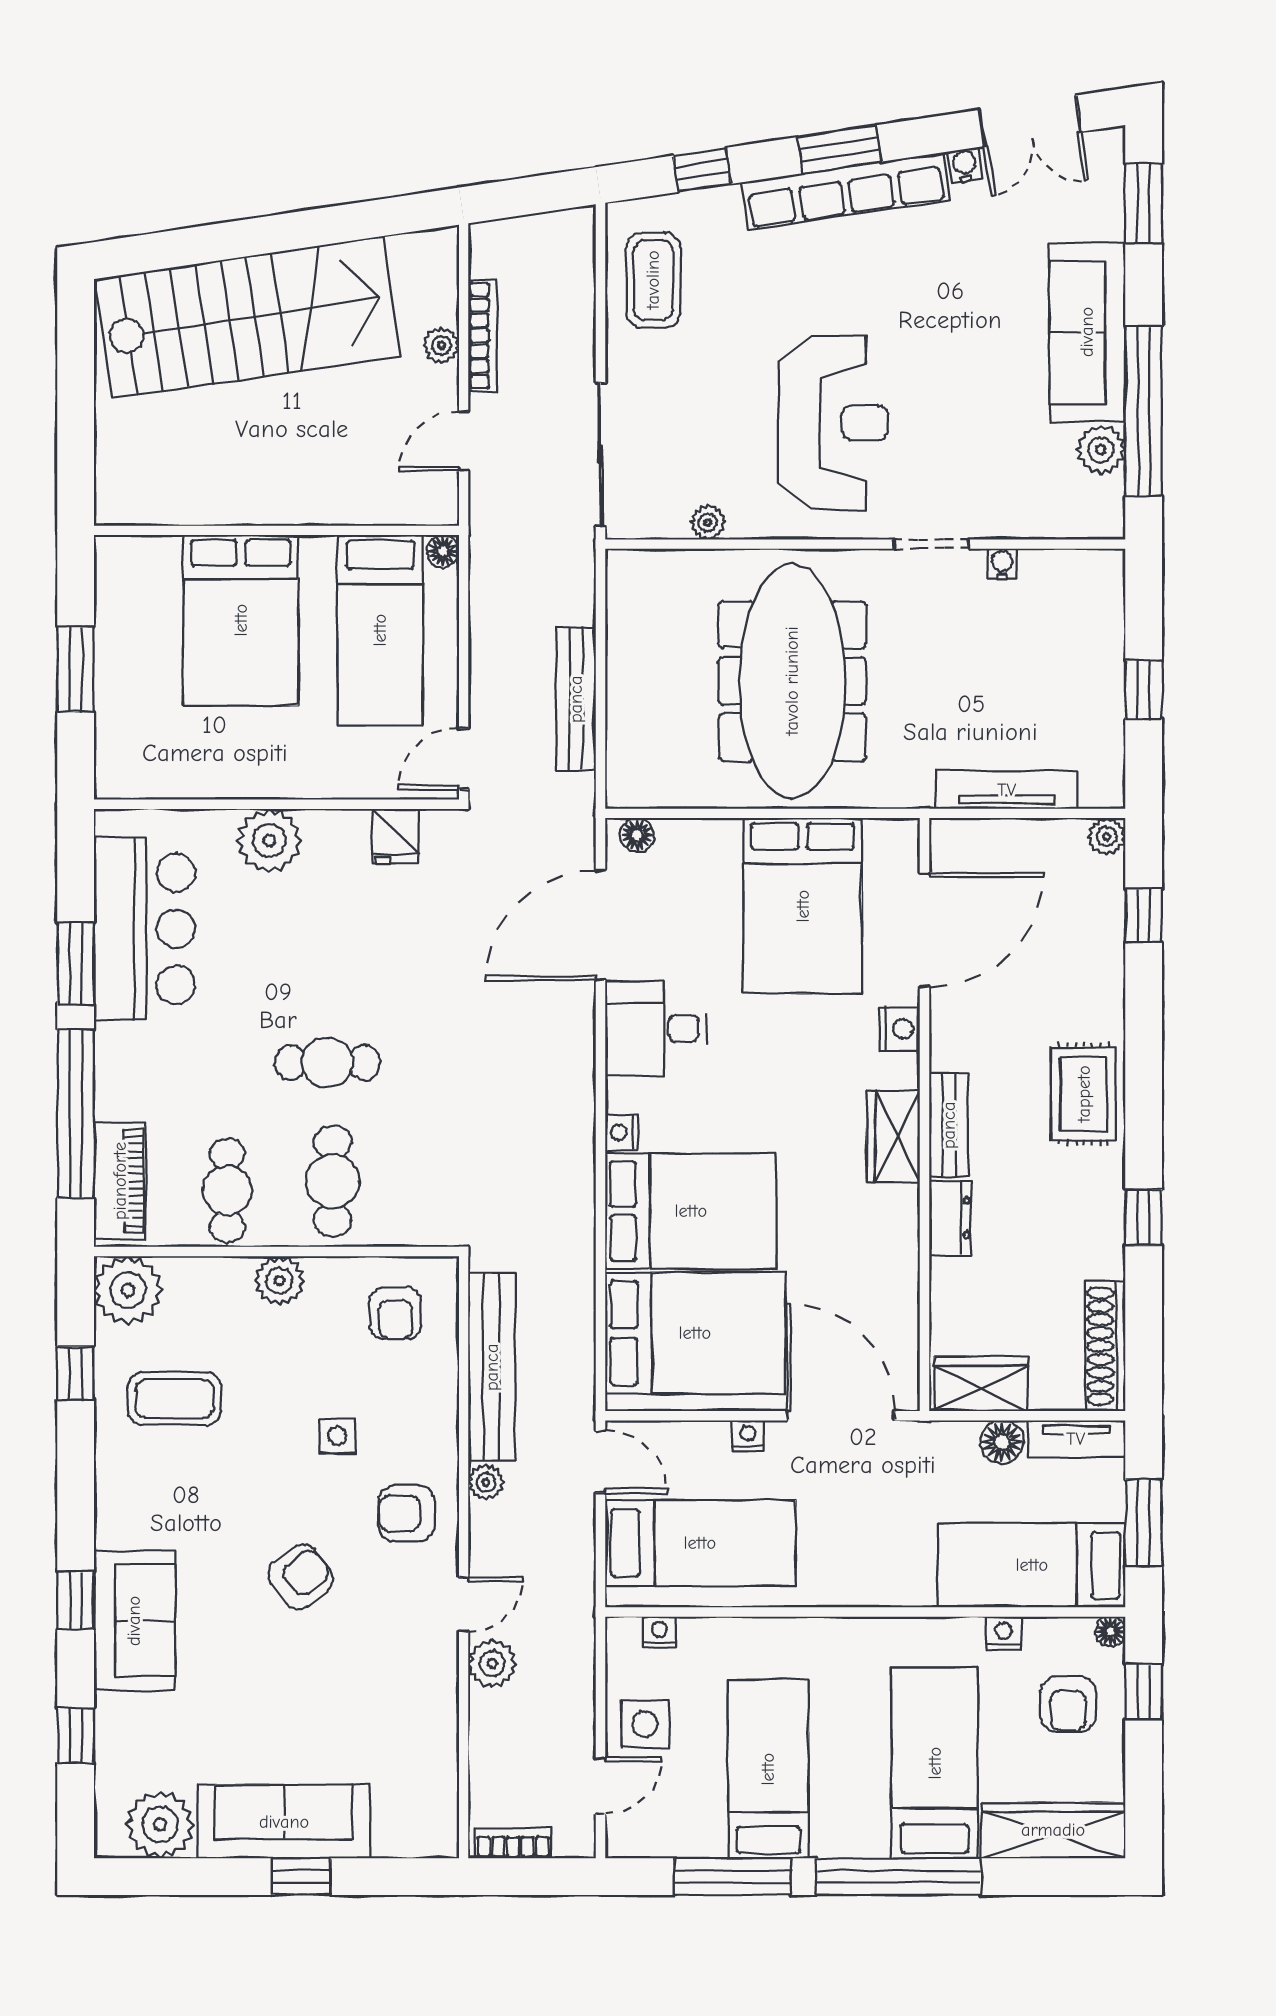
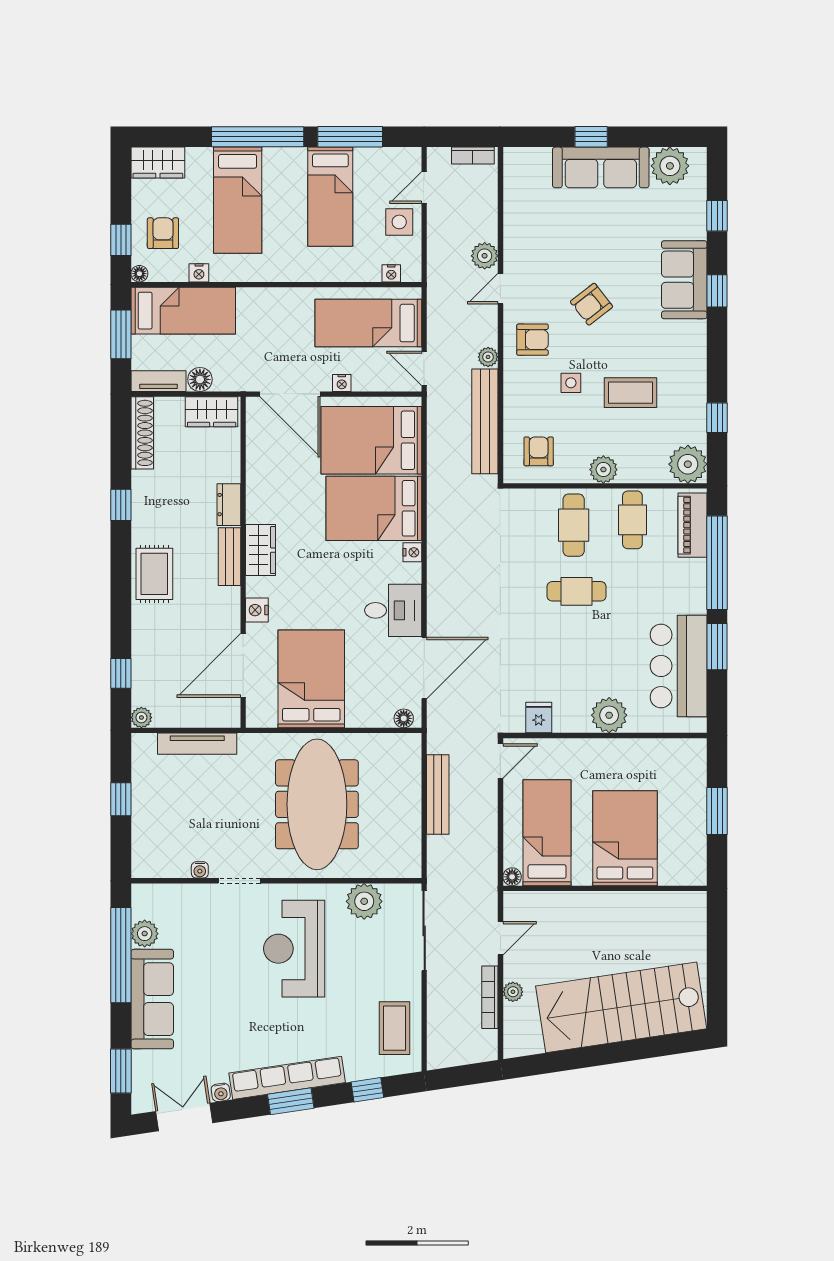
plant: (708, 522) -> (364, 901), width x1.87, depth x1.87
coffee table: (174, 1399) -> (630, 393), moved
wardrobe: (1053, 1830) -> (158, 163), width x0.67

